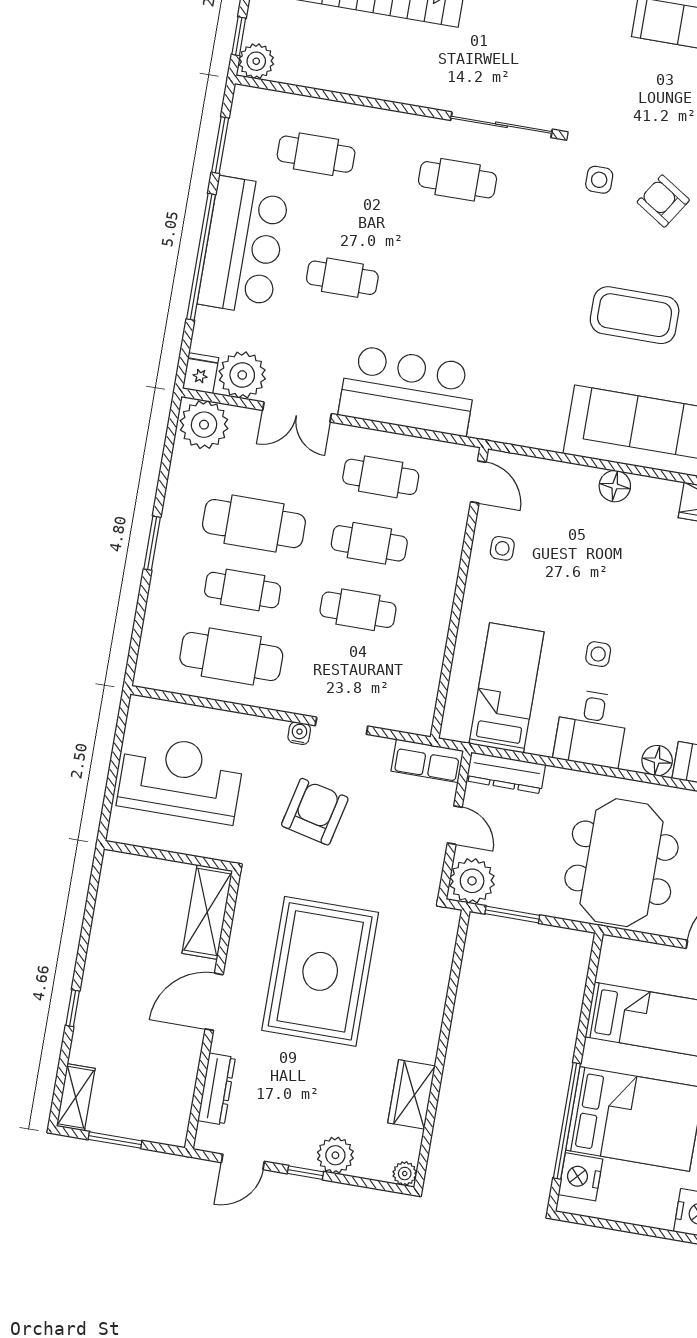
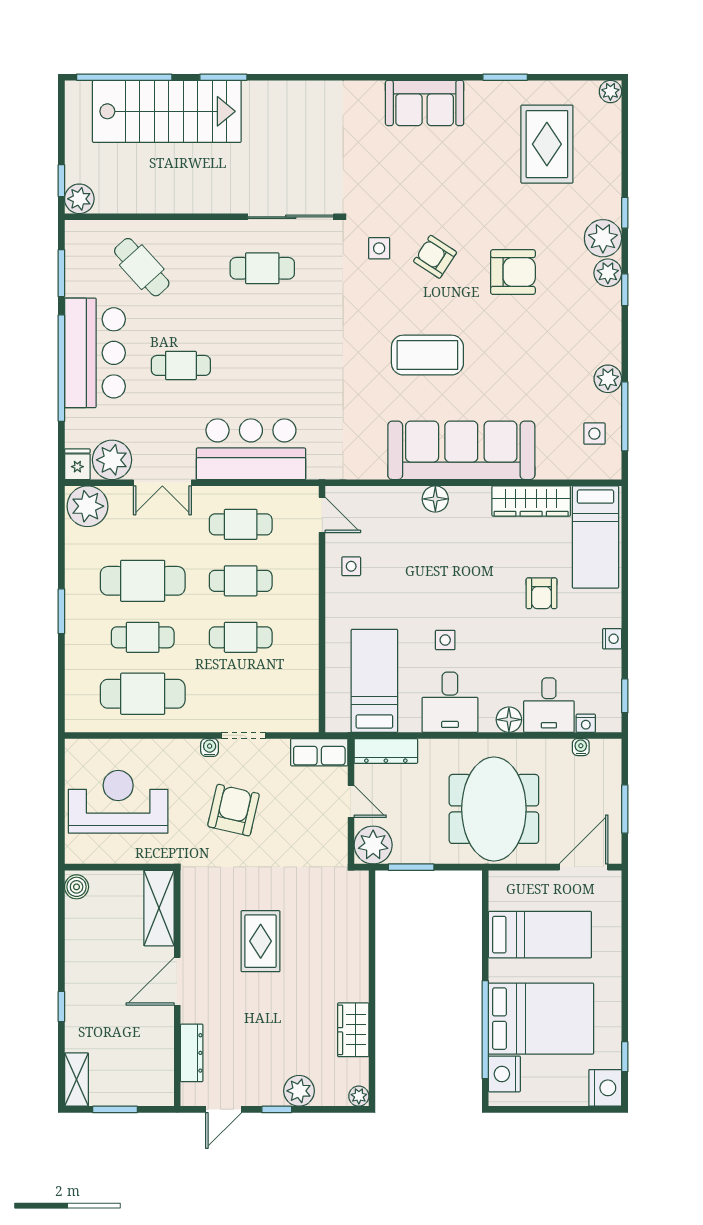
cafe table: (316, 154) -> (142, 267), turned 48
boiler: (115, 870) -> (77, 887), added
rug: (320, 971) -> (261, 941), width x0.54, depth x0.49

